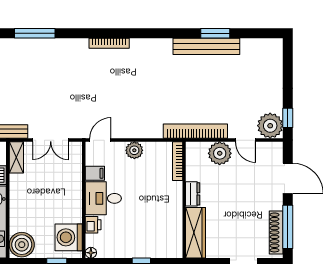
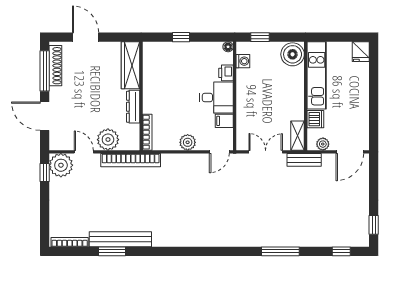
bookcase: (109, 43) -> (70, 242), moved
dresser: (193, 194) -> (133, 107), width x1.44
washing machine: (69, 237) -> (243, 61), width x0.53, depth x0.53

